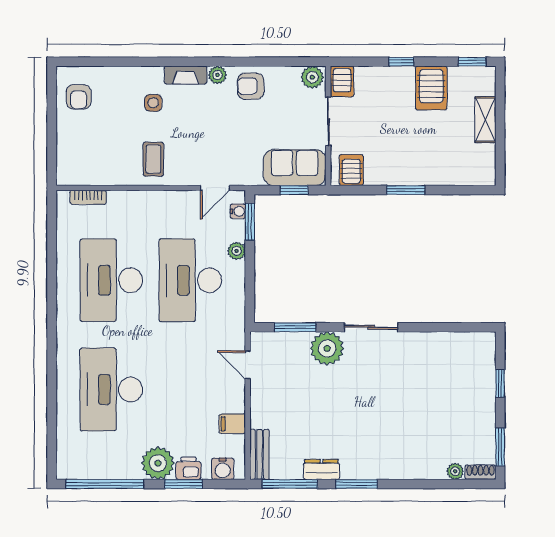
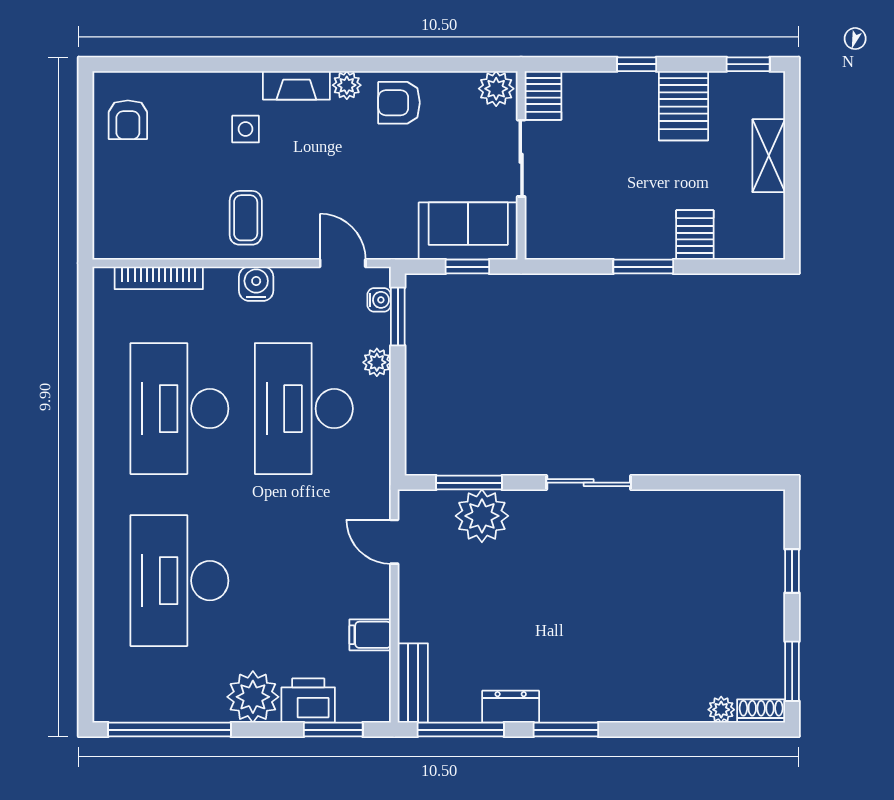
server rack: (351, 170) -> (695, 235), moved
door: (215, 188) -> (343, 263), swing flipped
bookcase: (88, 197) -> (159, 278), width x1.56
plant: (327, 348) -> (482, 516), moved
printer: (188, 468) -> (308, 701), width x1.36, depth x1.24
water cooler: (223, 469) -> (256, 284), moved, turned 180
window: (183, 484) -> (333, 730), moved

